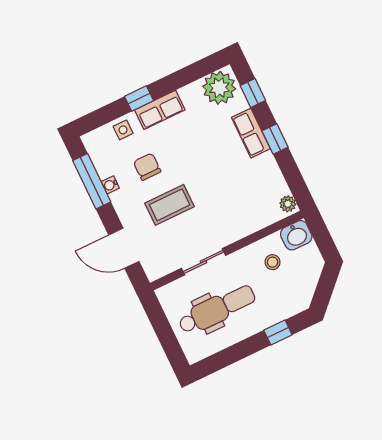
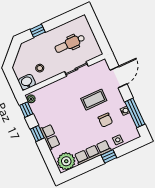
window: (253, 93) -> (26, 110), moved
row of seats: (160, 110) -> (93, 152), width x1.48
door: (124, 248) -> (118, 77), hinge flipped
dental chair: (217, 309) -> (70, 44), width x0.73, depth x0.72

